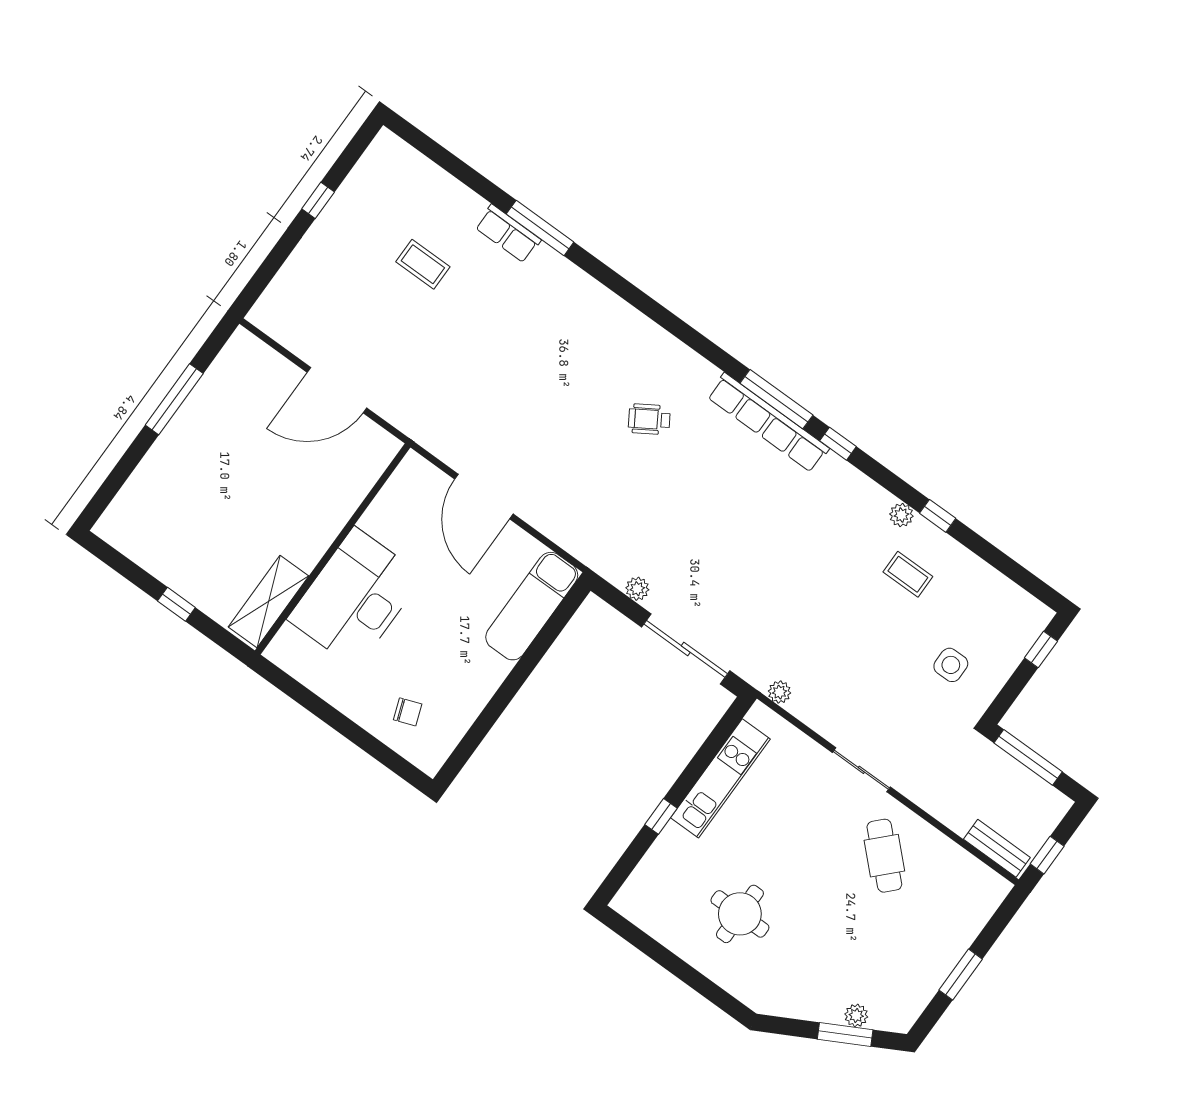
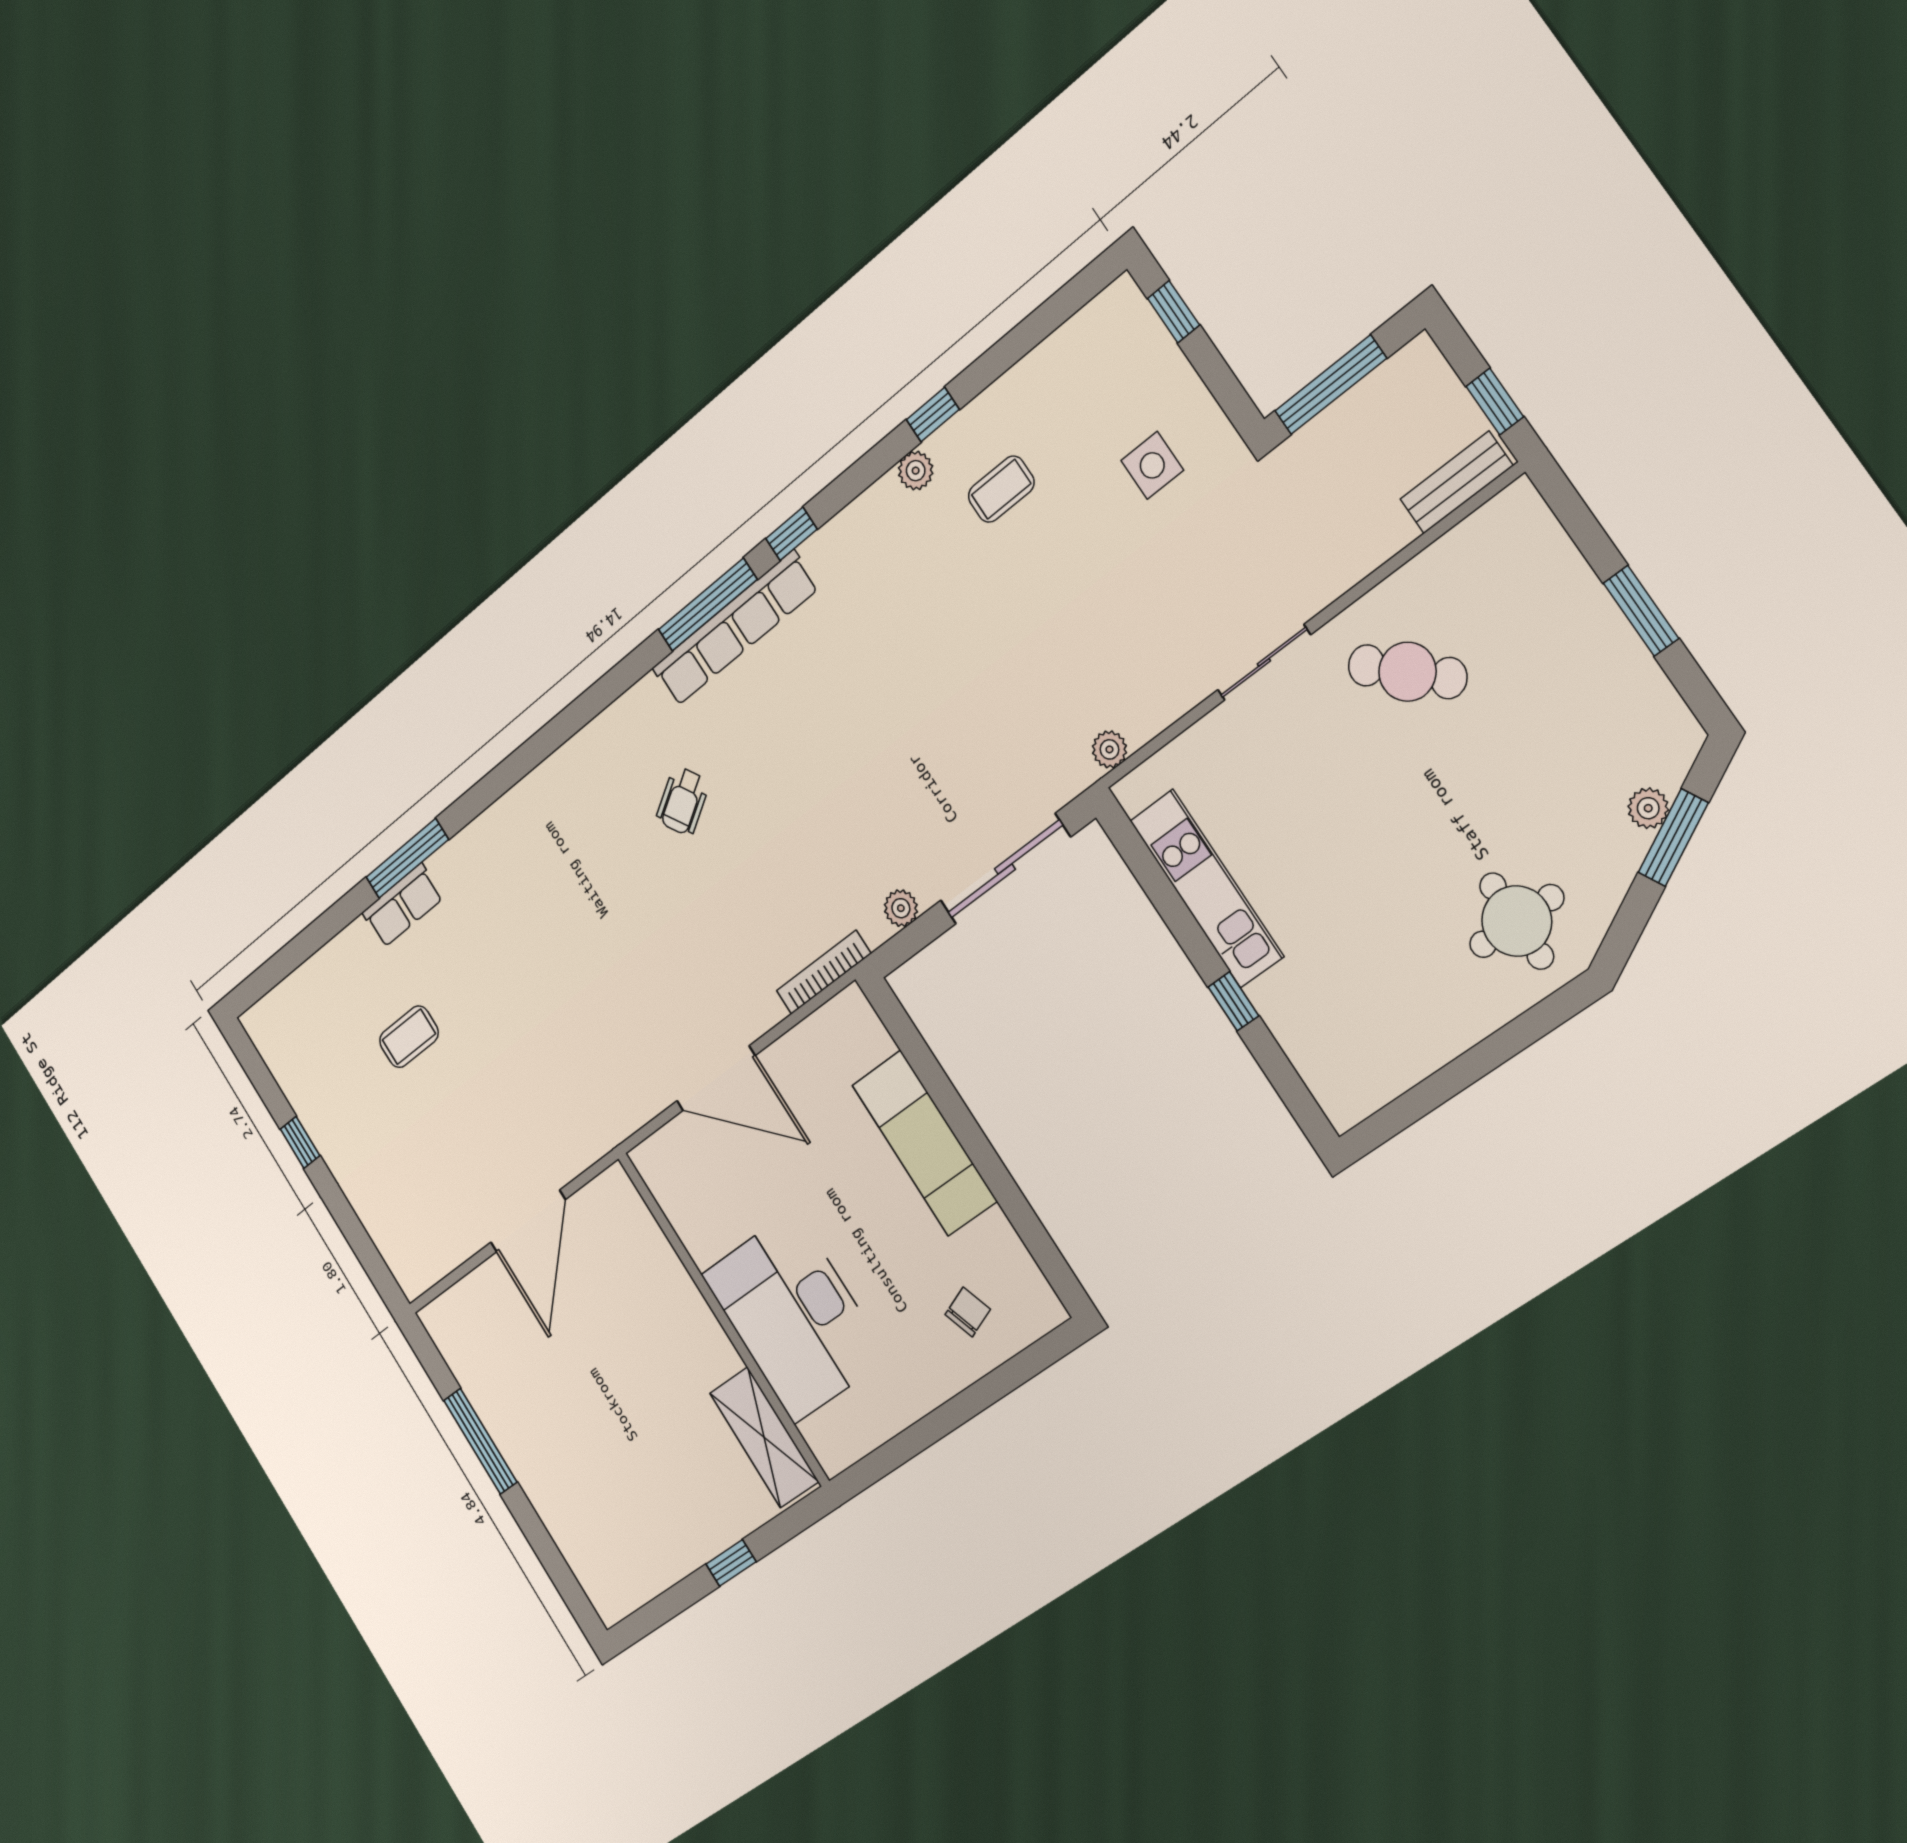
bookcase: (579, 550) -> (824, 972), added
exam couch: (532, 606) -> (924, 1143), moved
round table: (740, 914) -> (1517, 921), moved

